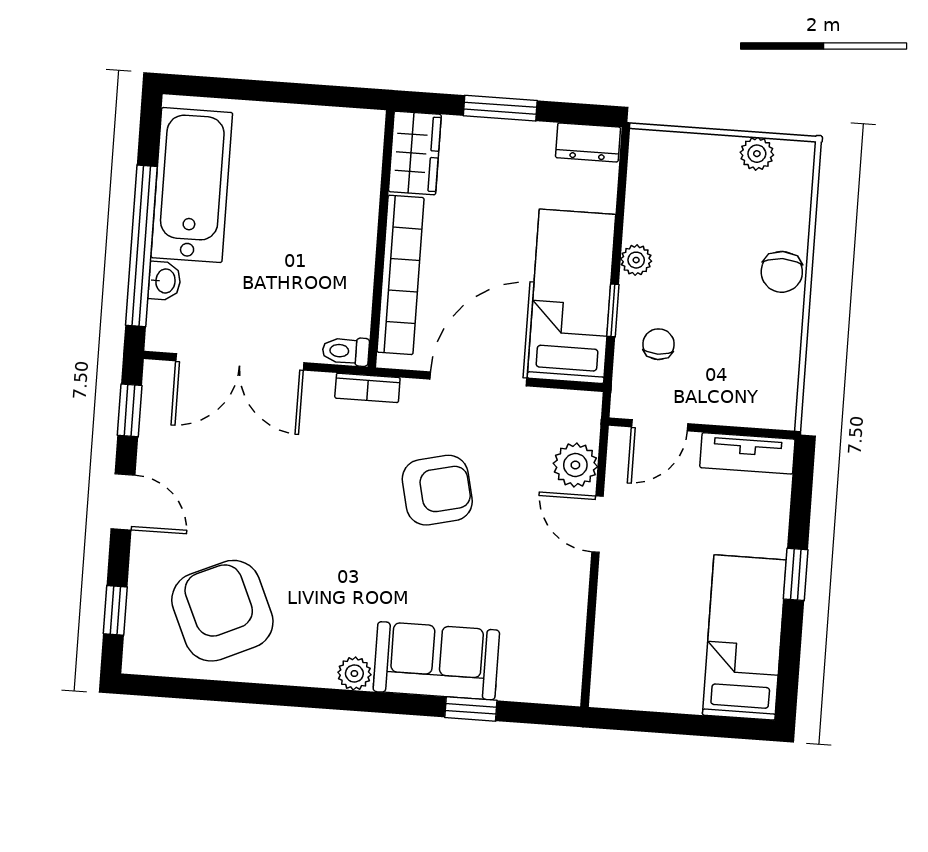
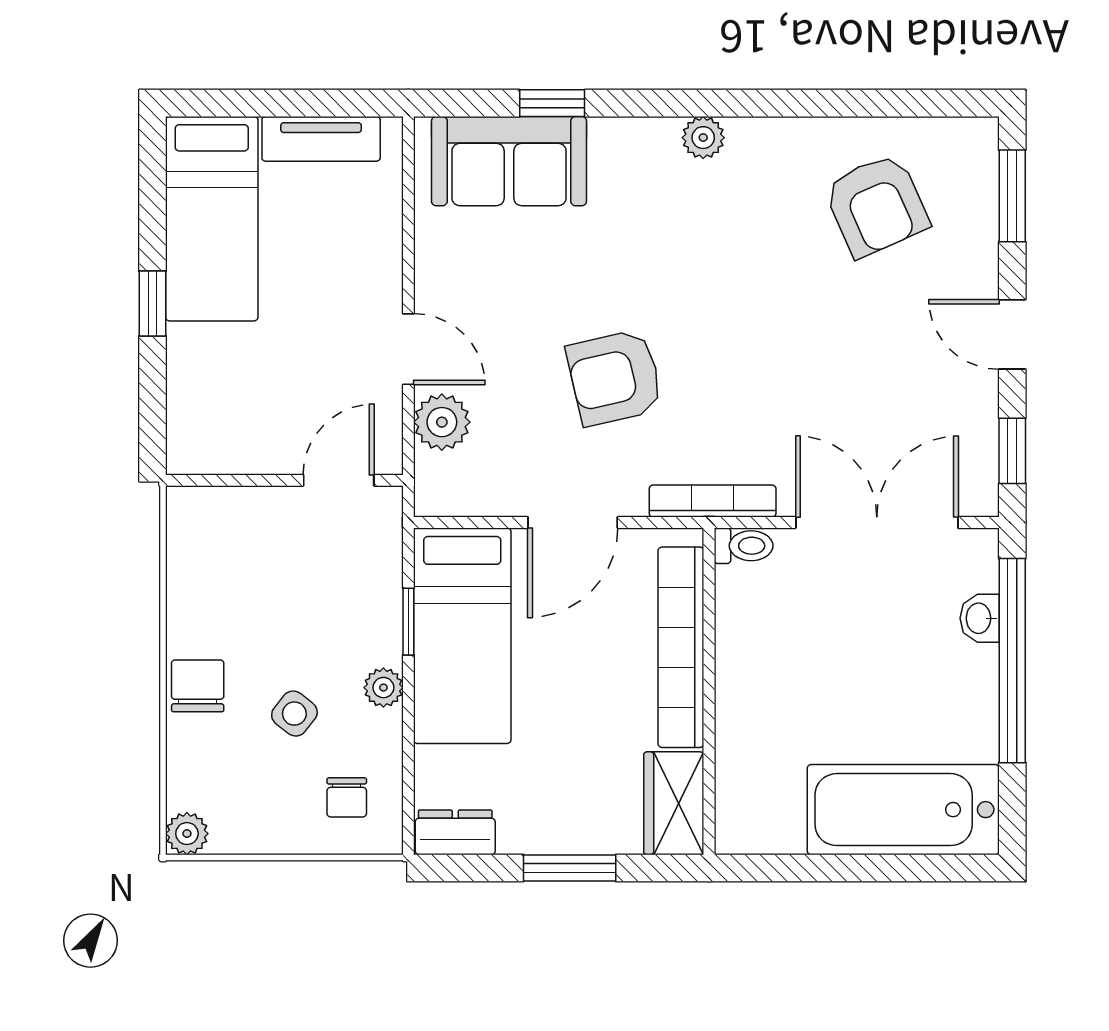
plant: (757, 154) -> (187, 834), moved
bathtub: (192, 185) -> (903, 810), moved, turned 90
side table: (707, 245) -> (294, 714), added
chair: (659, 344) -> (347, 797), moved
door: (478, 379) -> (573, 522), width x0.73
bookcase: (367, 388) -> (713, 501), width x1.56
tv unit: (747, 453) -> (321, 139), moved, turned 180
window: (115, 610) -> (1012, 196), width x1.50
armchair: (222, 611) -> (876, 205), width x0.73, depth x0.73
sofa: (436, 661) -> (509, 161), moved

